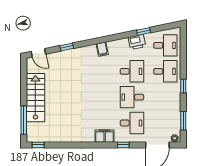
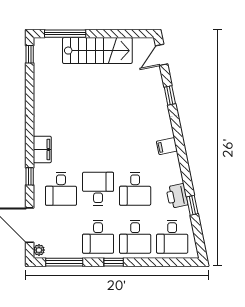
desk: (165, 97) -> (98, 237), added
window: (183, 121) -> (64, 262), width x1.44

